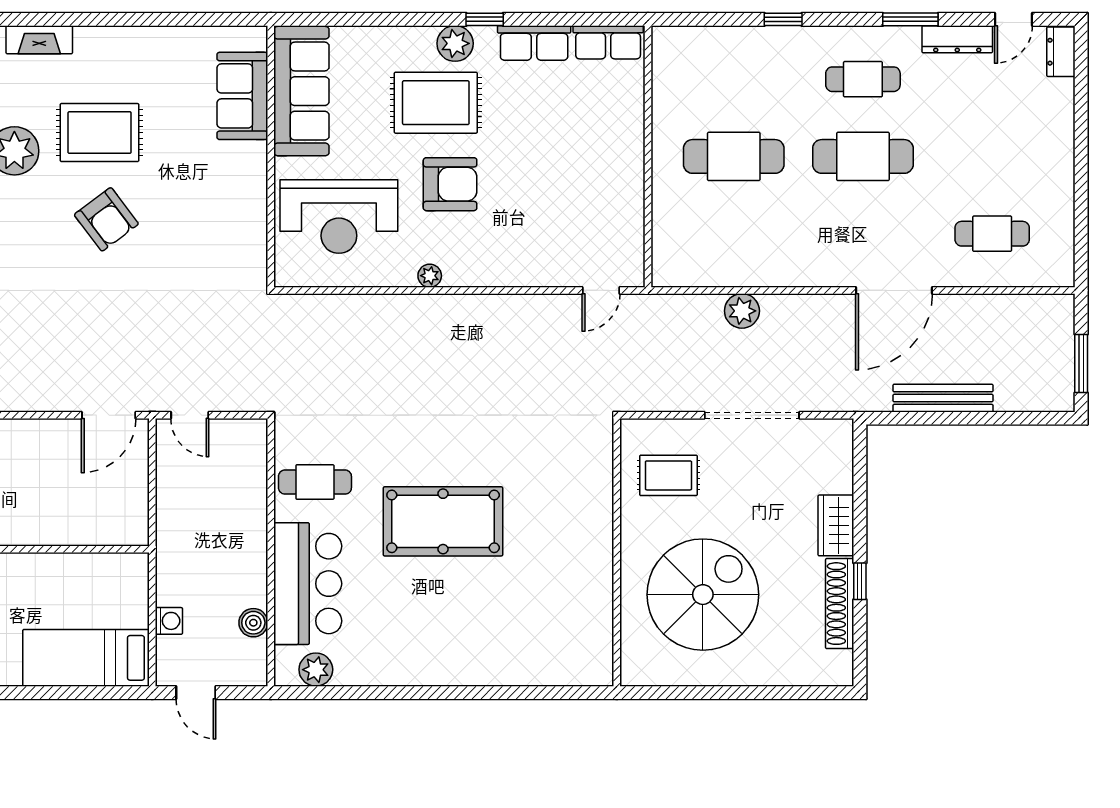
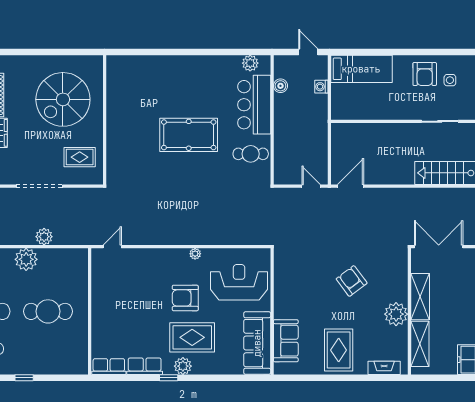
rug: (100, 133) -> (339, 350), moved, turned 90
plant: (779, 264) -> (26, 259), added

